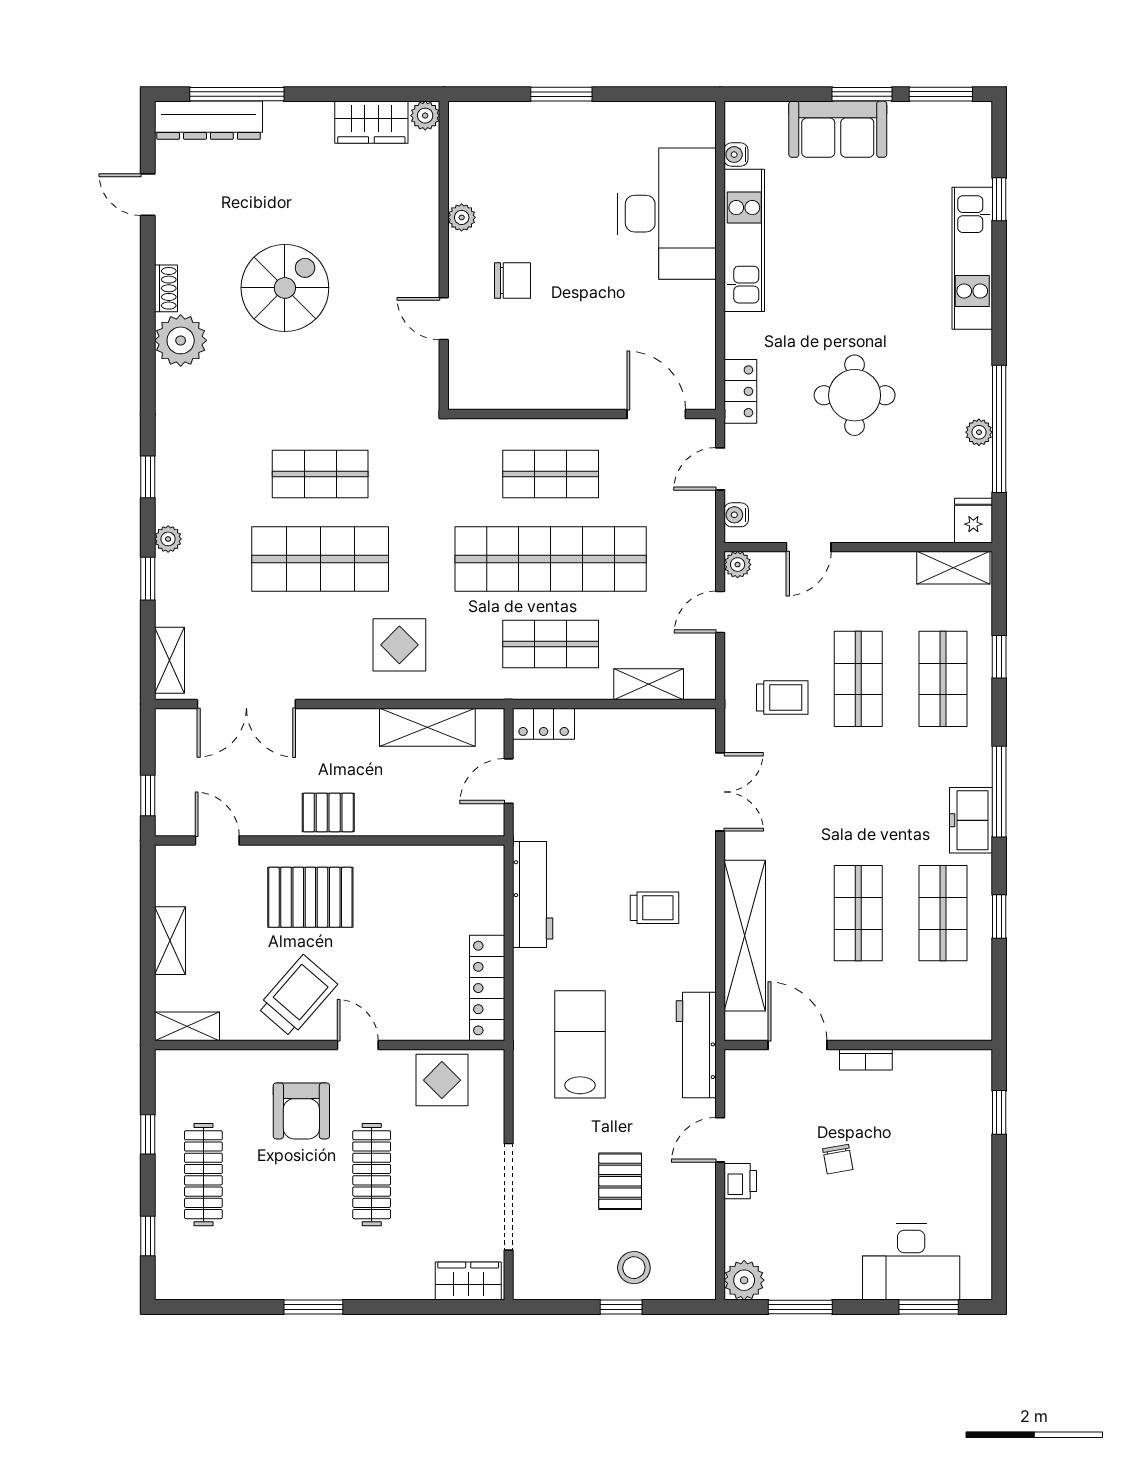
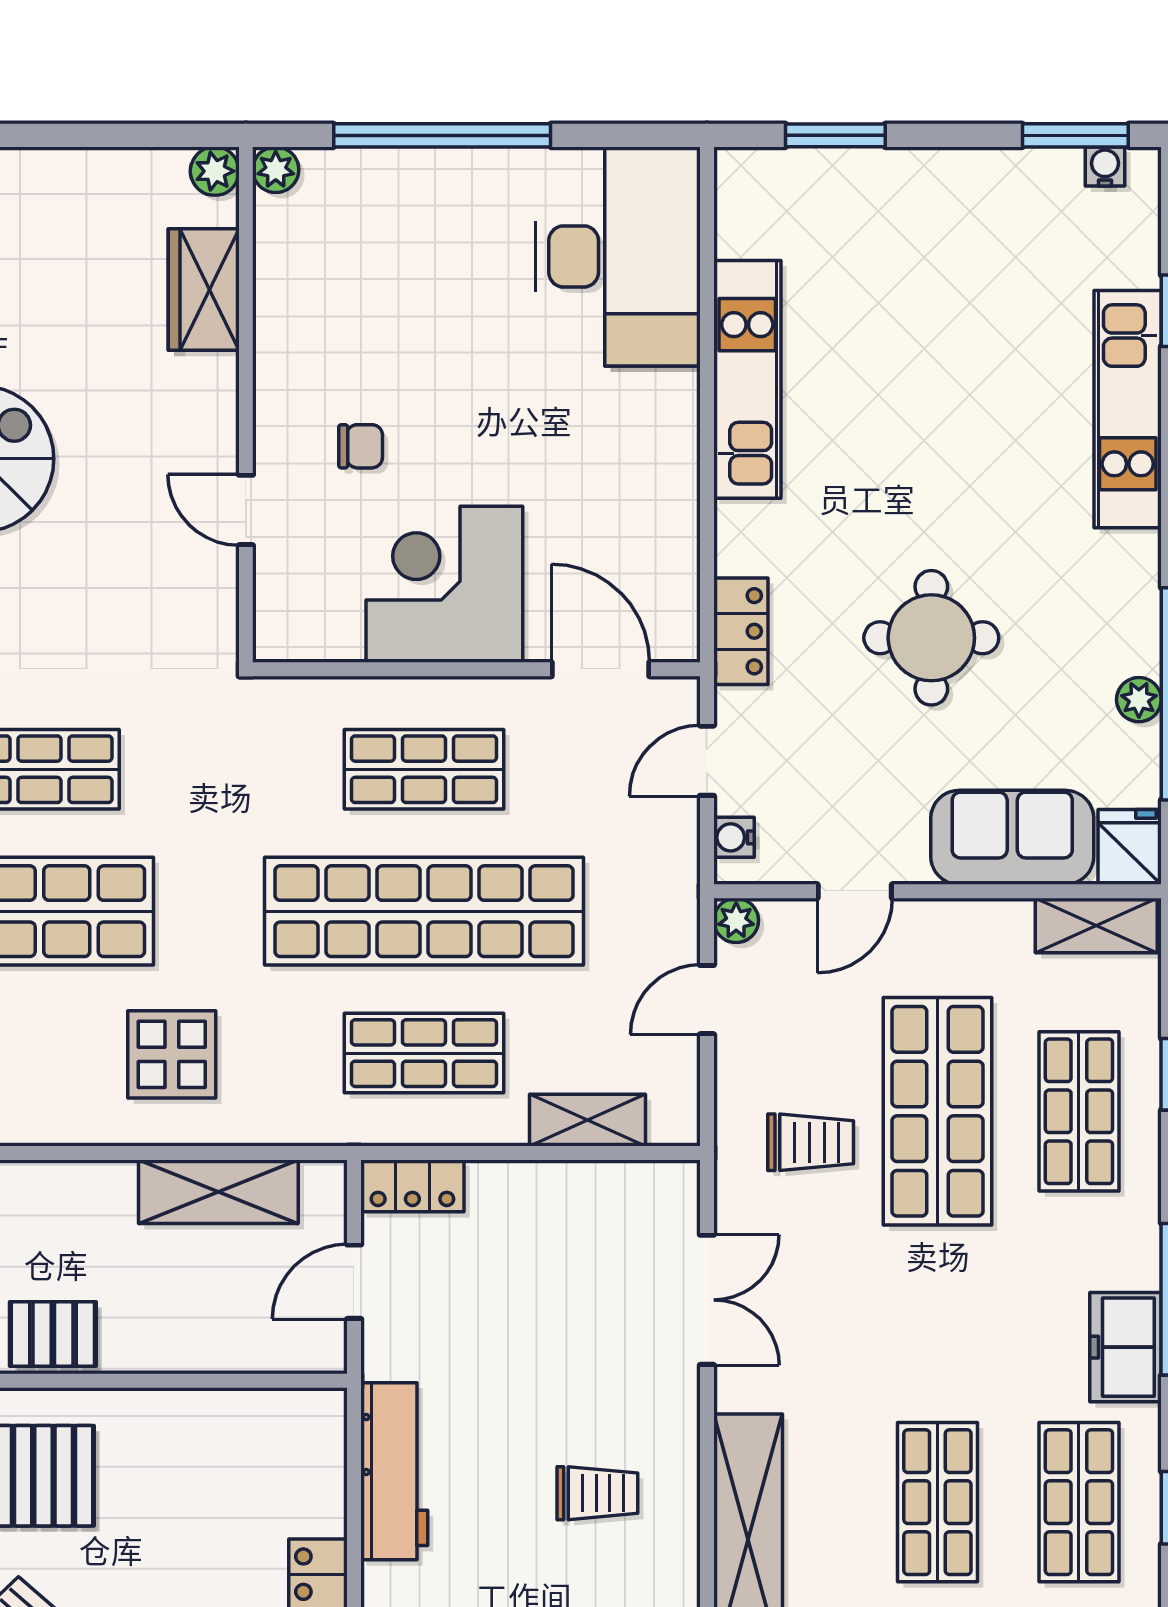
window: (561, 94) -> (442, 135), width x2.11
window: (862, 94) -> (835, 135), moved
wardrobe: (371, 122) -> (204, 290), moved, turned 90
sofa: (838, 129) -> (1012, 837), moved, turned 180
water cooler: (736, 155) -> (1105, 166), moved, turned 90
desk: (667, 214) -> (618, 256), moved
plant: (462, 217) -> (276, 170), moved
chair: (513, 280) -> (361, 446), width x0.73, depth x0.73
corner desk: (563, 363) -> (444, 584), added
shop shelf: (858, 679) -> (937, 1111), width x1.43, depth x1.36

